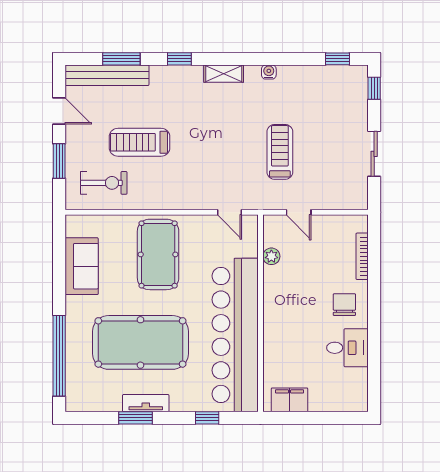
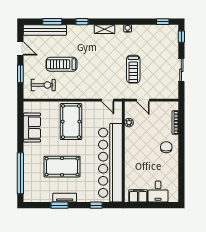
treadmill: (280, 152) -> (133, 69), turned 180
pool table: (140, 342) -> (62, 167), width x0.73, depth x0.76
desk: (347, 348) -> (158, 191), moved, turned 90

